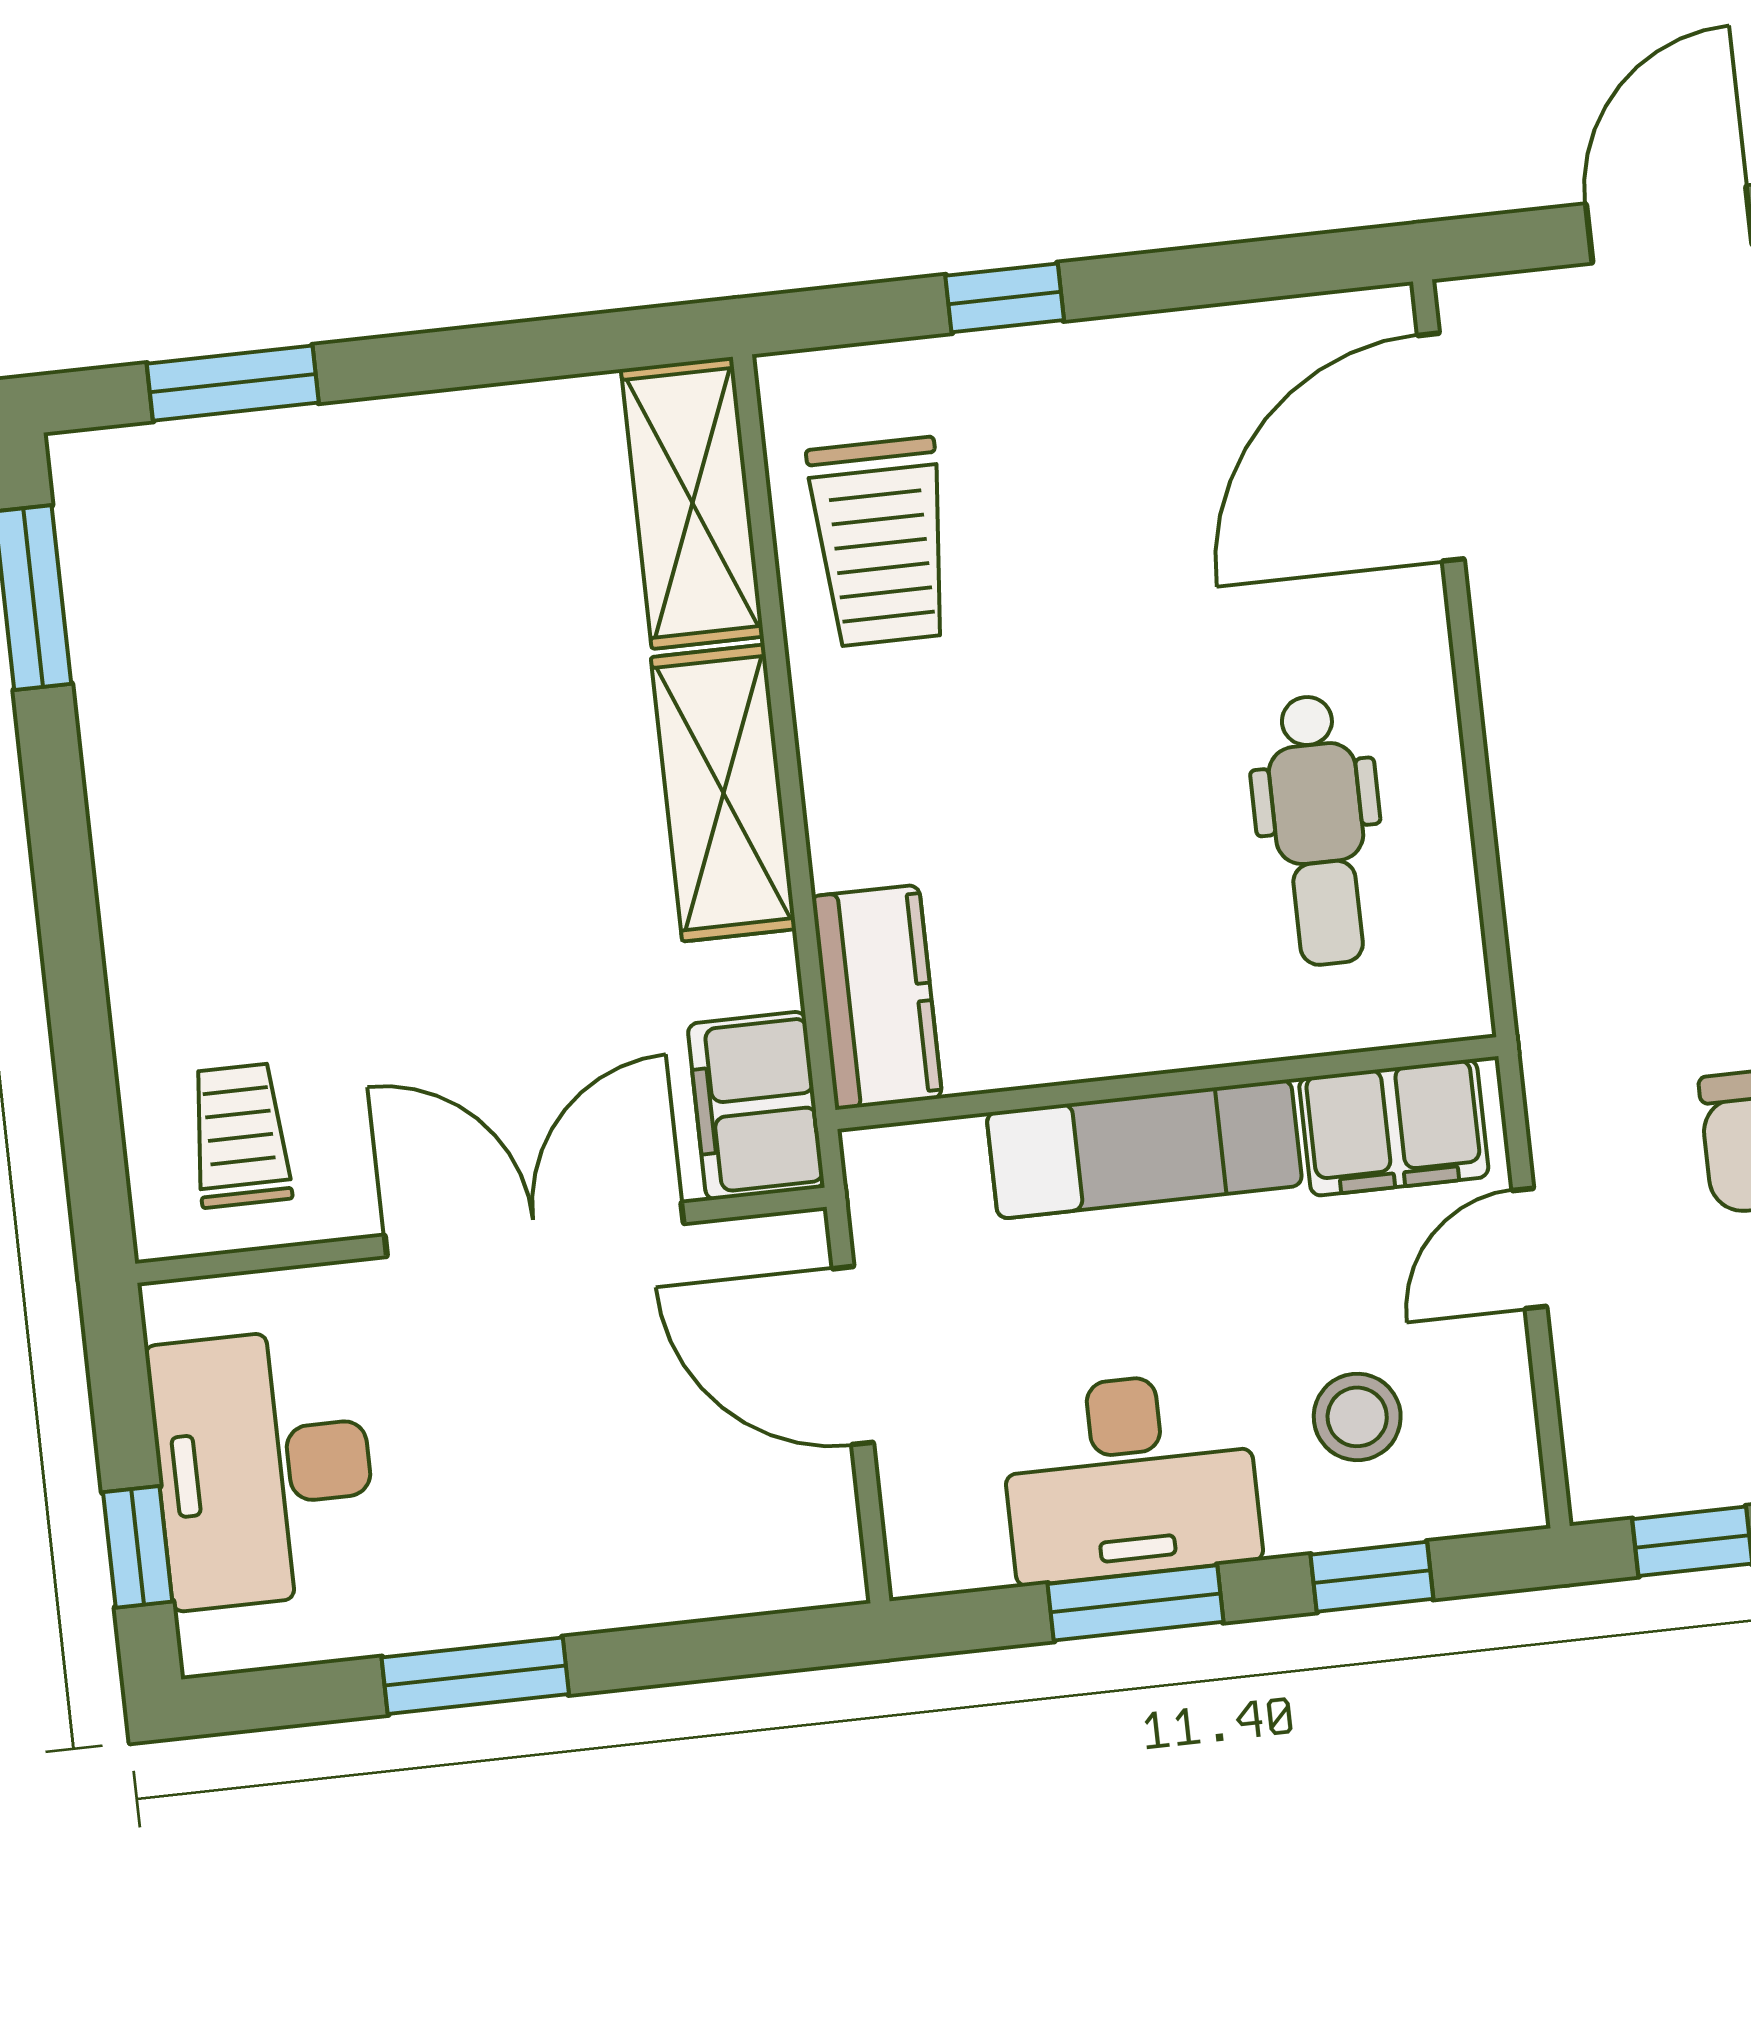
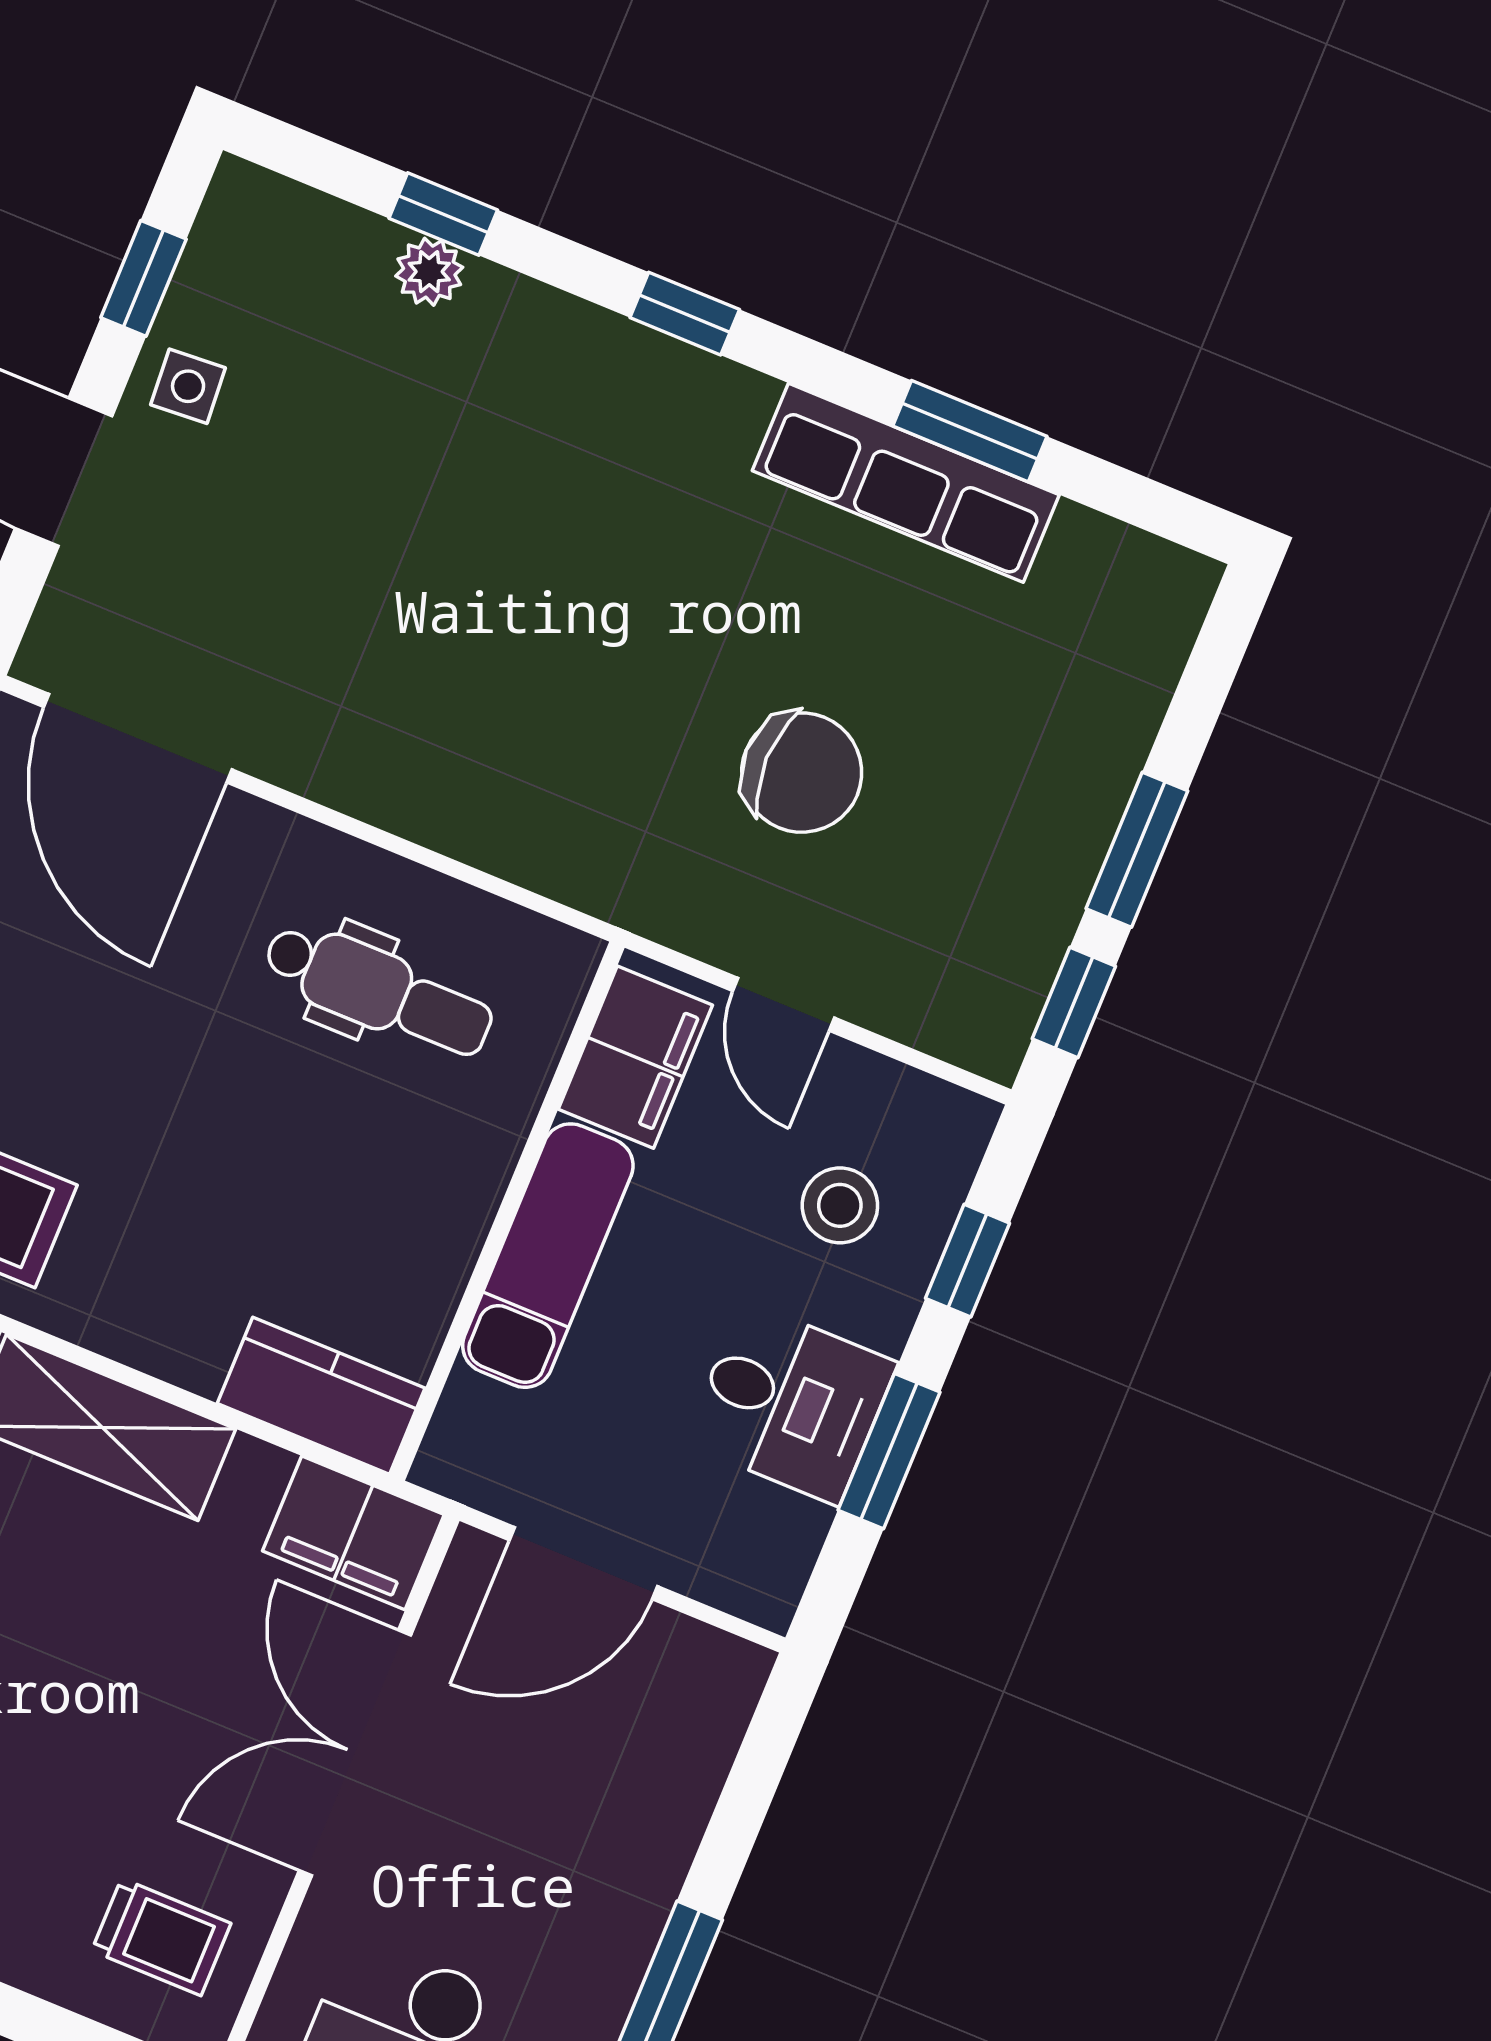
trolley: (240, 1135) -> (161, 1937), turned 180
desk: (1130, 1477) -> (791, 1403), width x0.73

